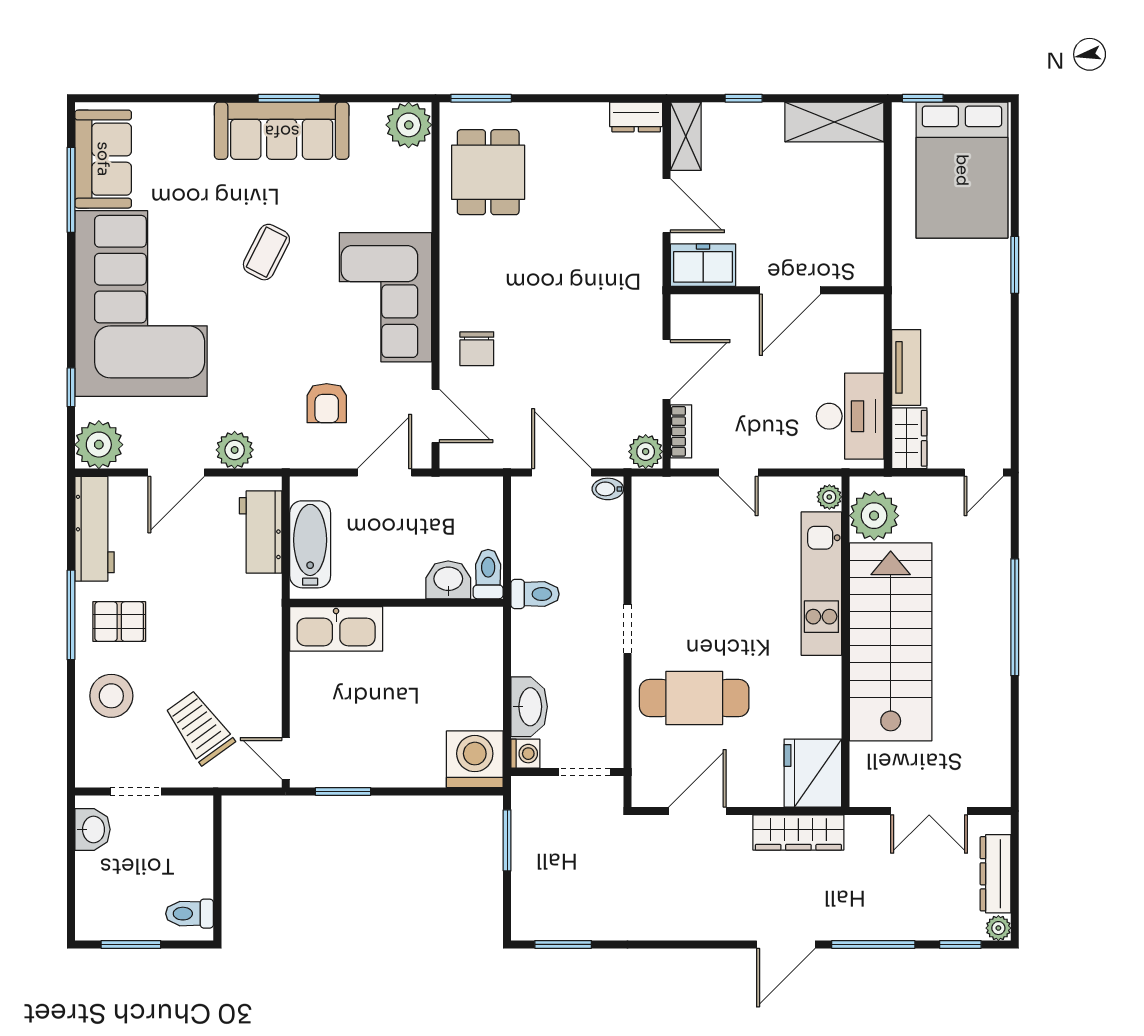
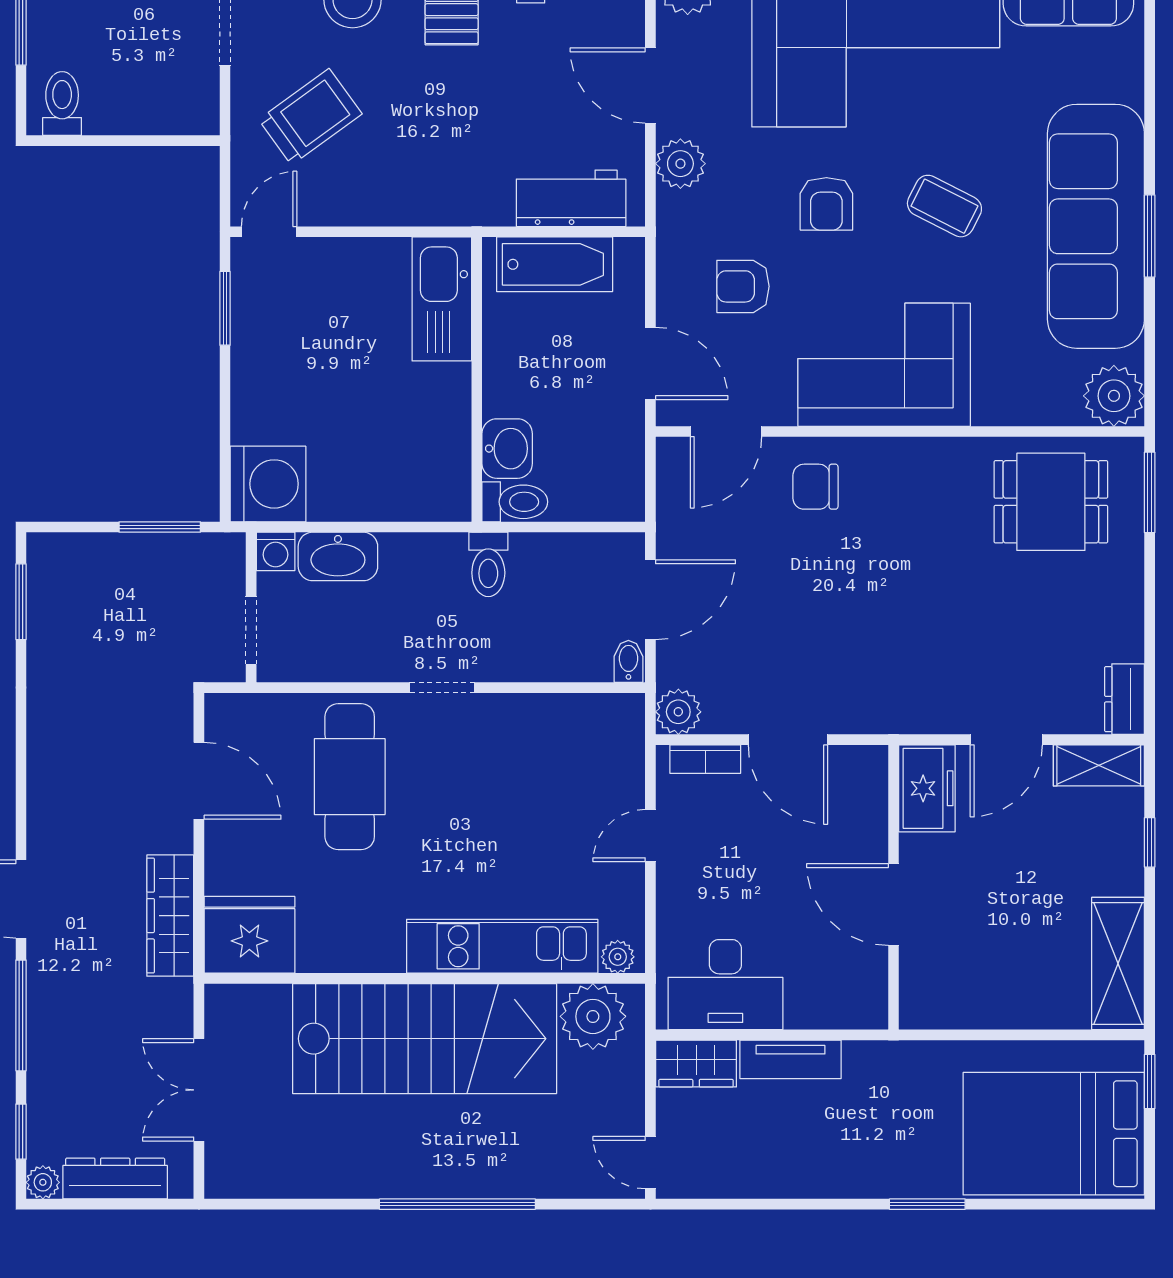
sofa: (282, 131) -> (1096, 226), width x1.36, depth x1.27
armchair: (265, 341) -> (826, 204), added

